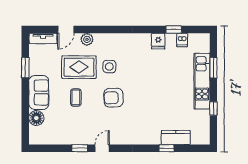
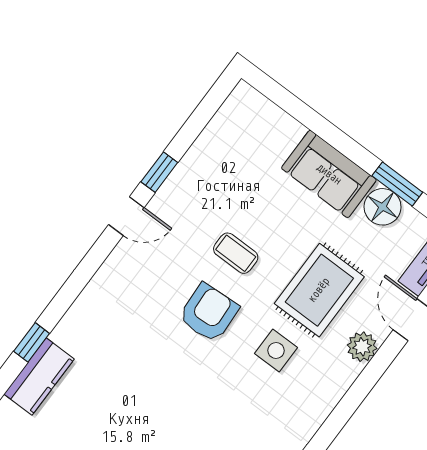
coffee table: (76, 97) -> (236, 253), moved
floor lamp: (36, 118) -> (383, 207), moved
door: (102, 148) -> (126, 216), hinge flipped

